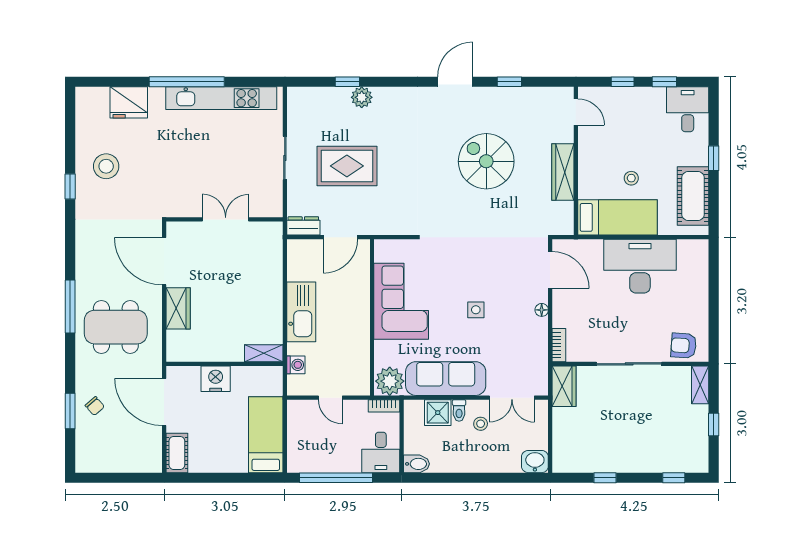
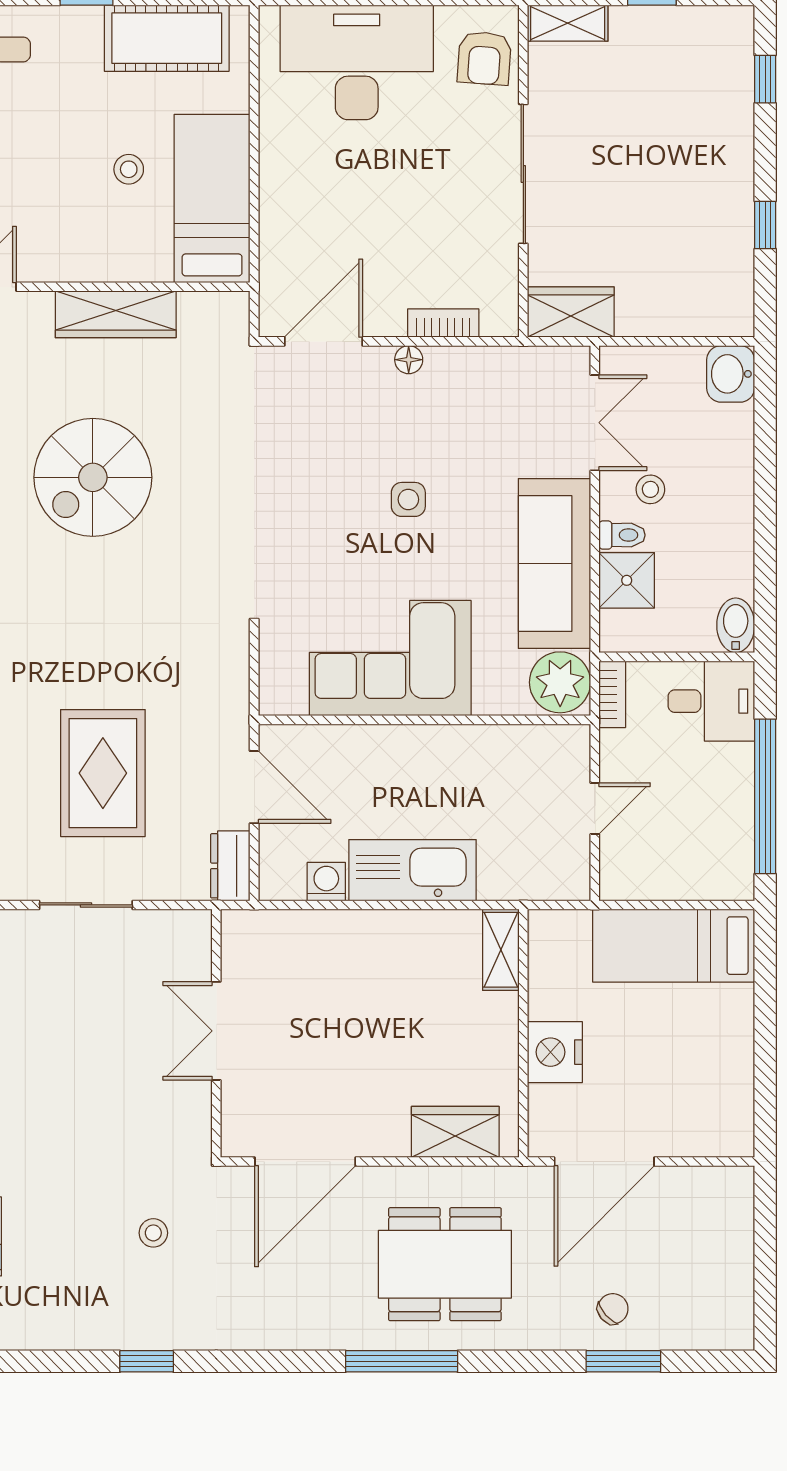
stool: (106, 166) -> (153, 1233), moved, width x0.53, depth x0.53
desk: (640, 266) -> (357, 62), moved, turned 90
wardrobe: (178, 308) -> (455, 1132), moved
dining table: (116, 327) -> (445, 1264), turned 90
bookcase: (559, 345) -> (443, 323), moved
washing machine: (296, 365) -> (326, 882), moved
cot: (177, 453) -> (712, 1134), removed

